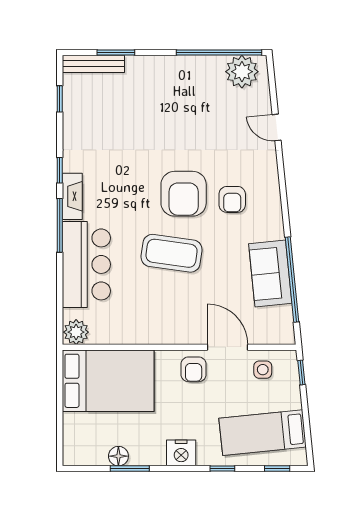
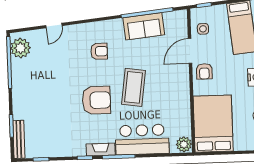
armchair: (184, 194) -> (96, 100), moved
armchair: (194, 369) -> (204, 71), turned 90

